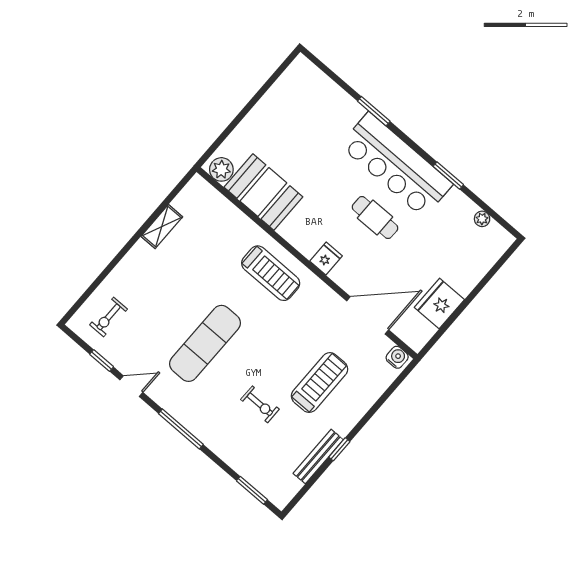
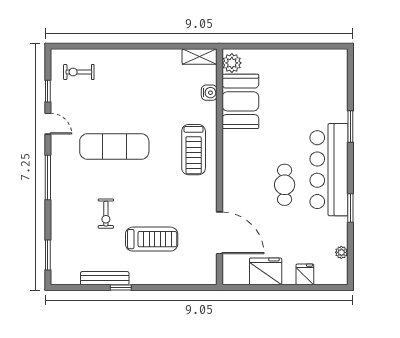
shelving: (162, 227) -> (200, 57), moved
fridge: (326, 258) -> (305, 274), moved, turned -90
water cooler: (397, 357) -> (209, 93), moved

